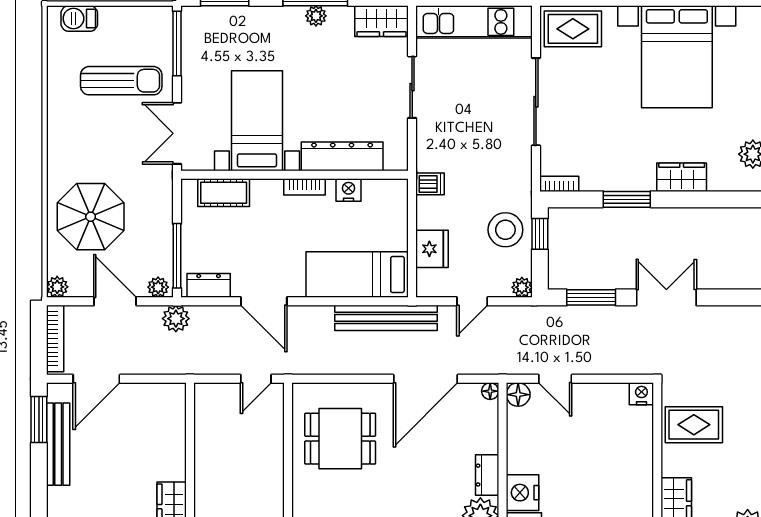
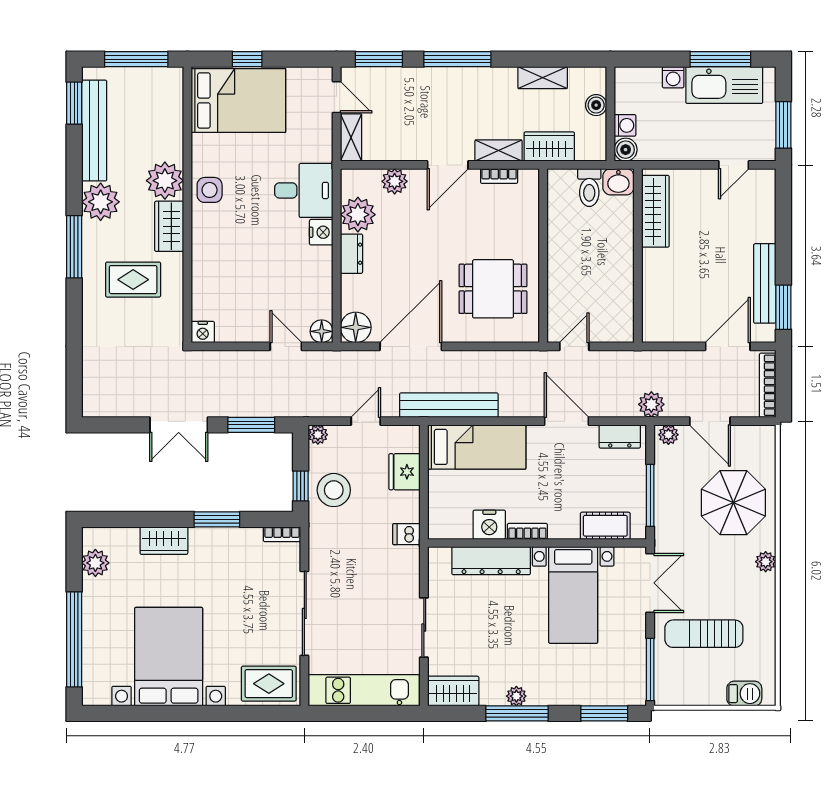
nightstand: (348, 190) -> (489, 525), width x1.36, depth x1.33
window: (177, 256) -> (650, 495), moved
plant: (57, 287) -> (766, 562), moved
floor lamp: (490, 391) -> (356, 327), width x1.89, depth x1.89
rug: (694, 425) -> (133, 280), moved
nightstand: (522, 493) -> (321, 232), width x0.74, depth x0.75

